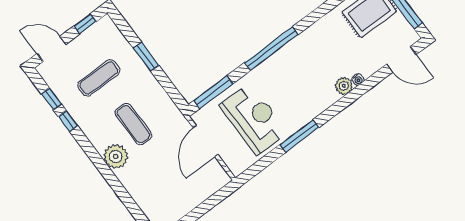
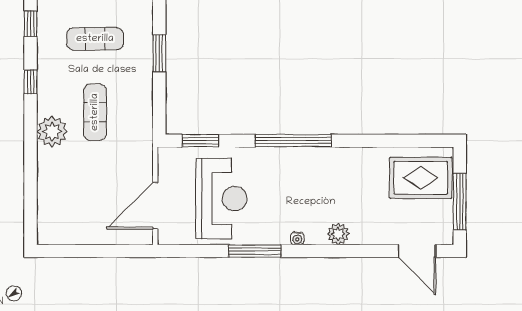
water cooler: (358, 80) -> (297, 238), moved
window: (213, 92) -> (200, 141), width x0.69
window: (68, 121) -> (31, 82), moved
door: (206, 141) -> (155, 206), moved

